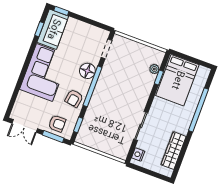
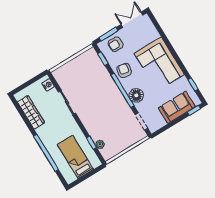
sofa: (53, 29) -> (177, 107), moved, turned 90
bed: (177, 80) -> (75, 157), width x0.67

